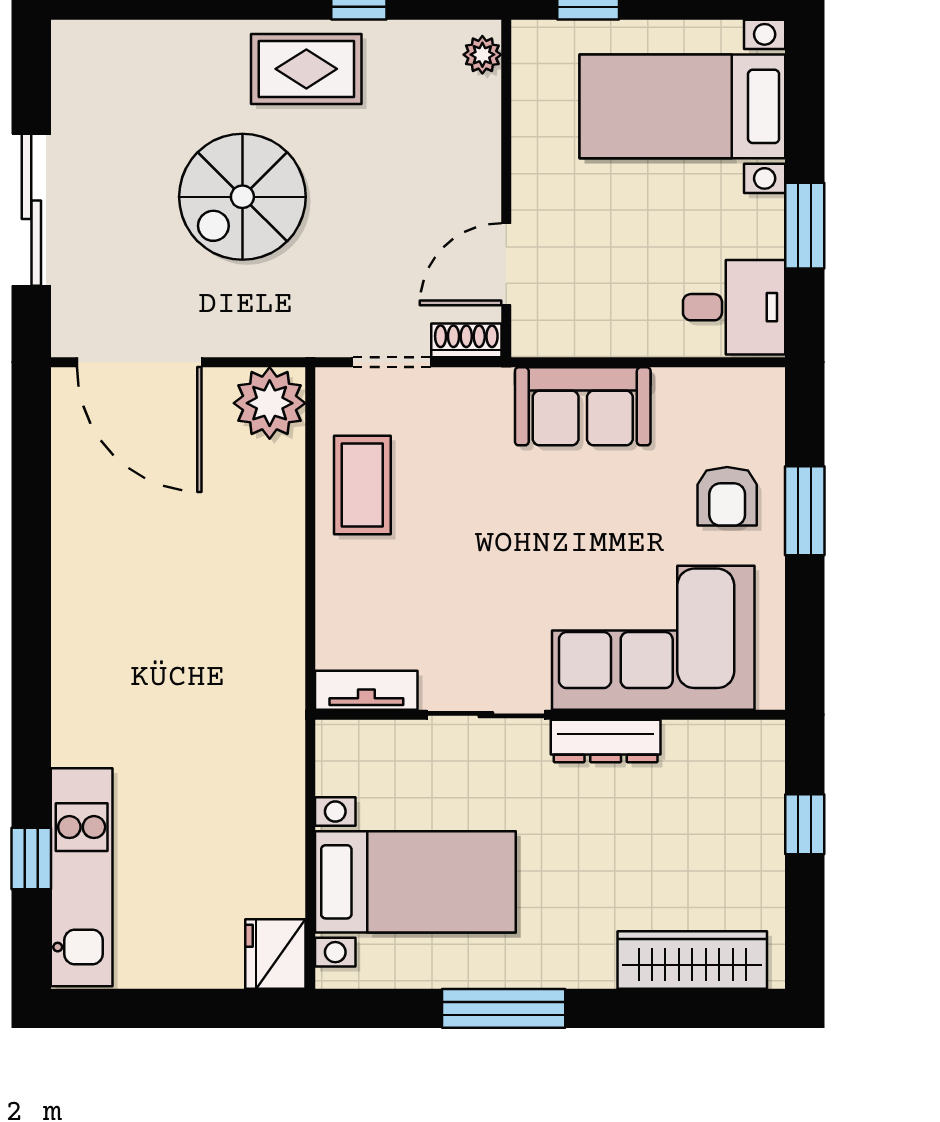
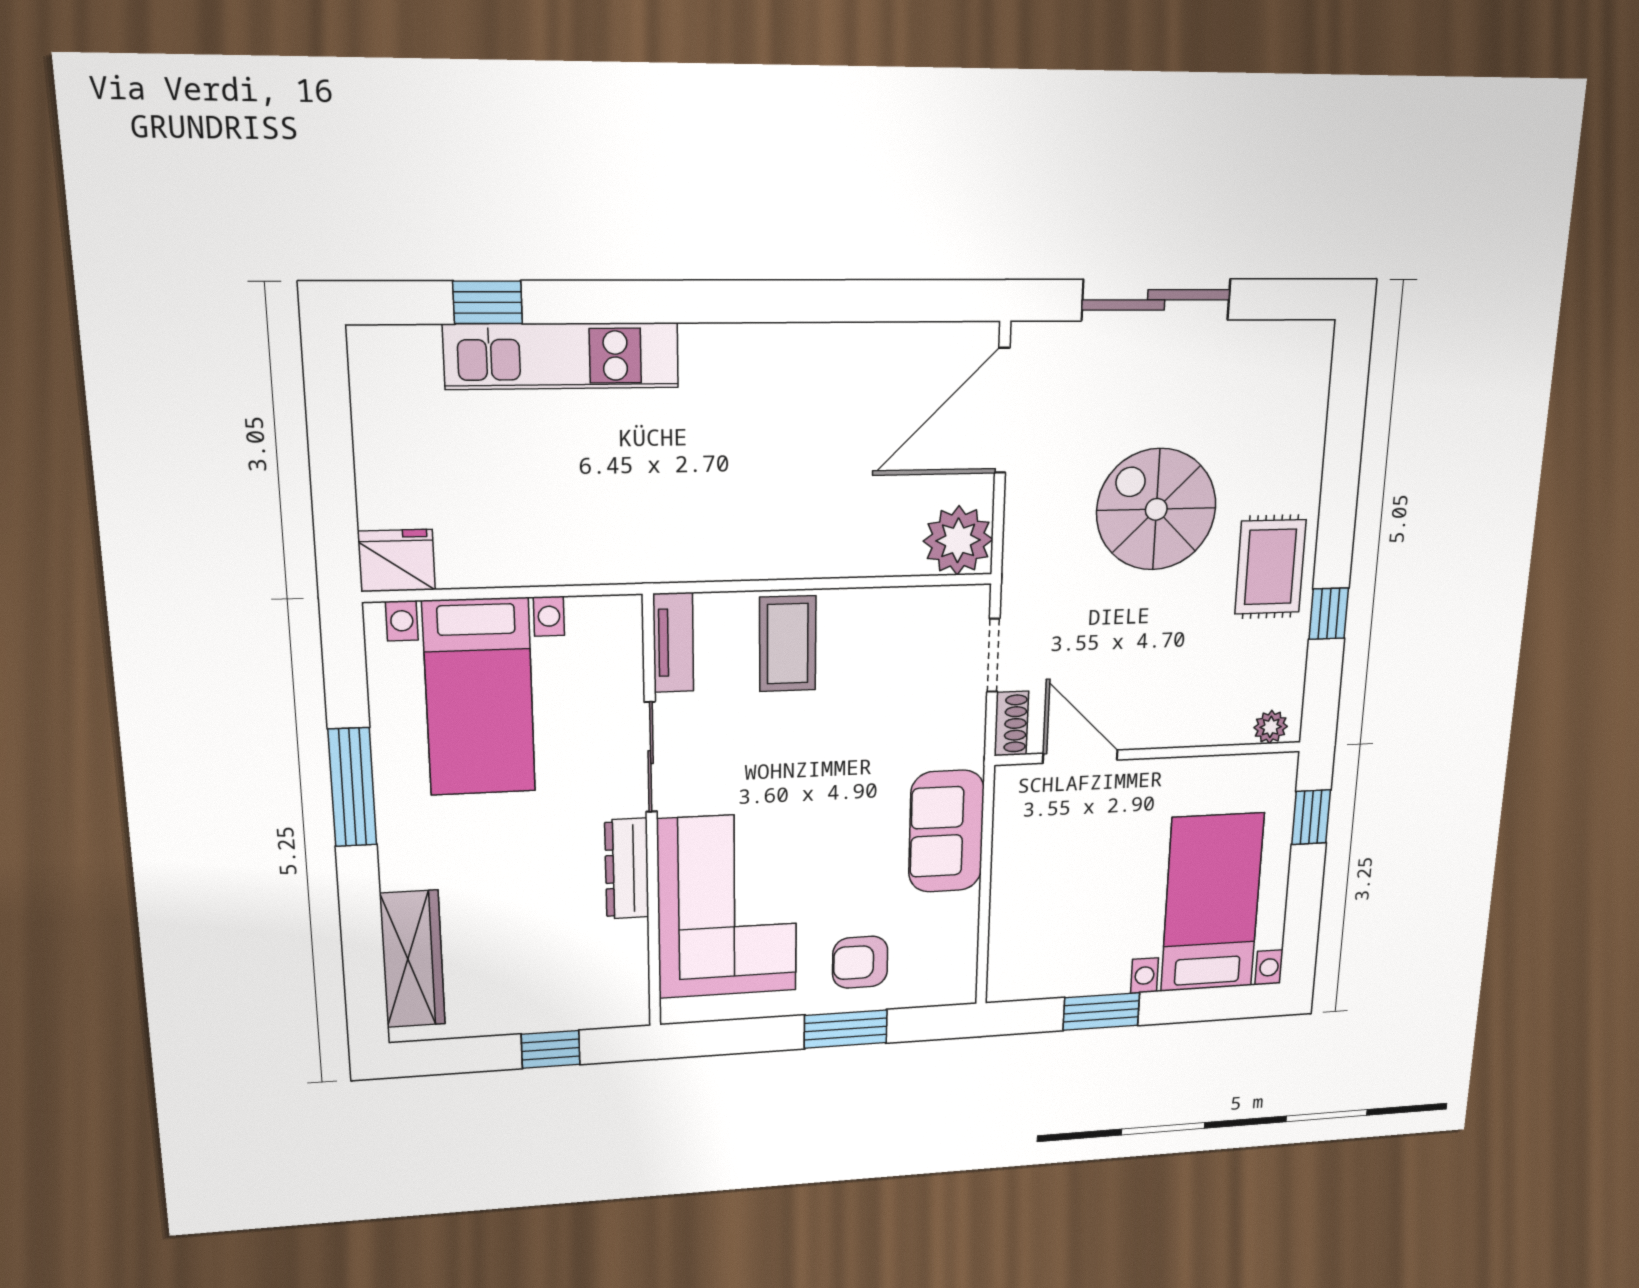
desk: (734, 307) -> (1032, 957), removed
coffee table: (362, 485) -> (788, 644), moved, turned 90
kitchen unit: (82, 877) -> (562, 356), moved

